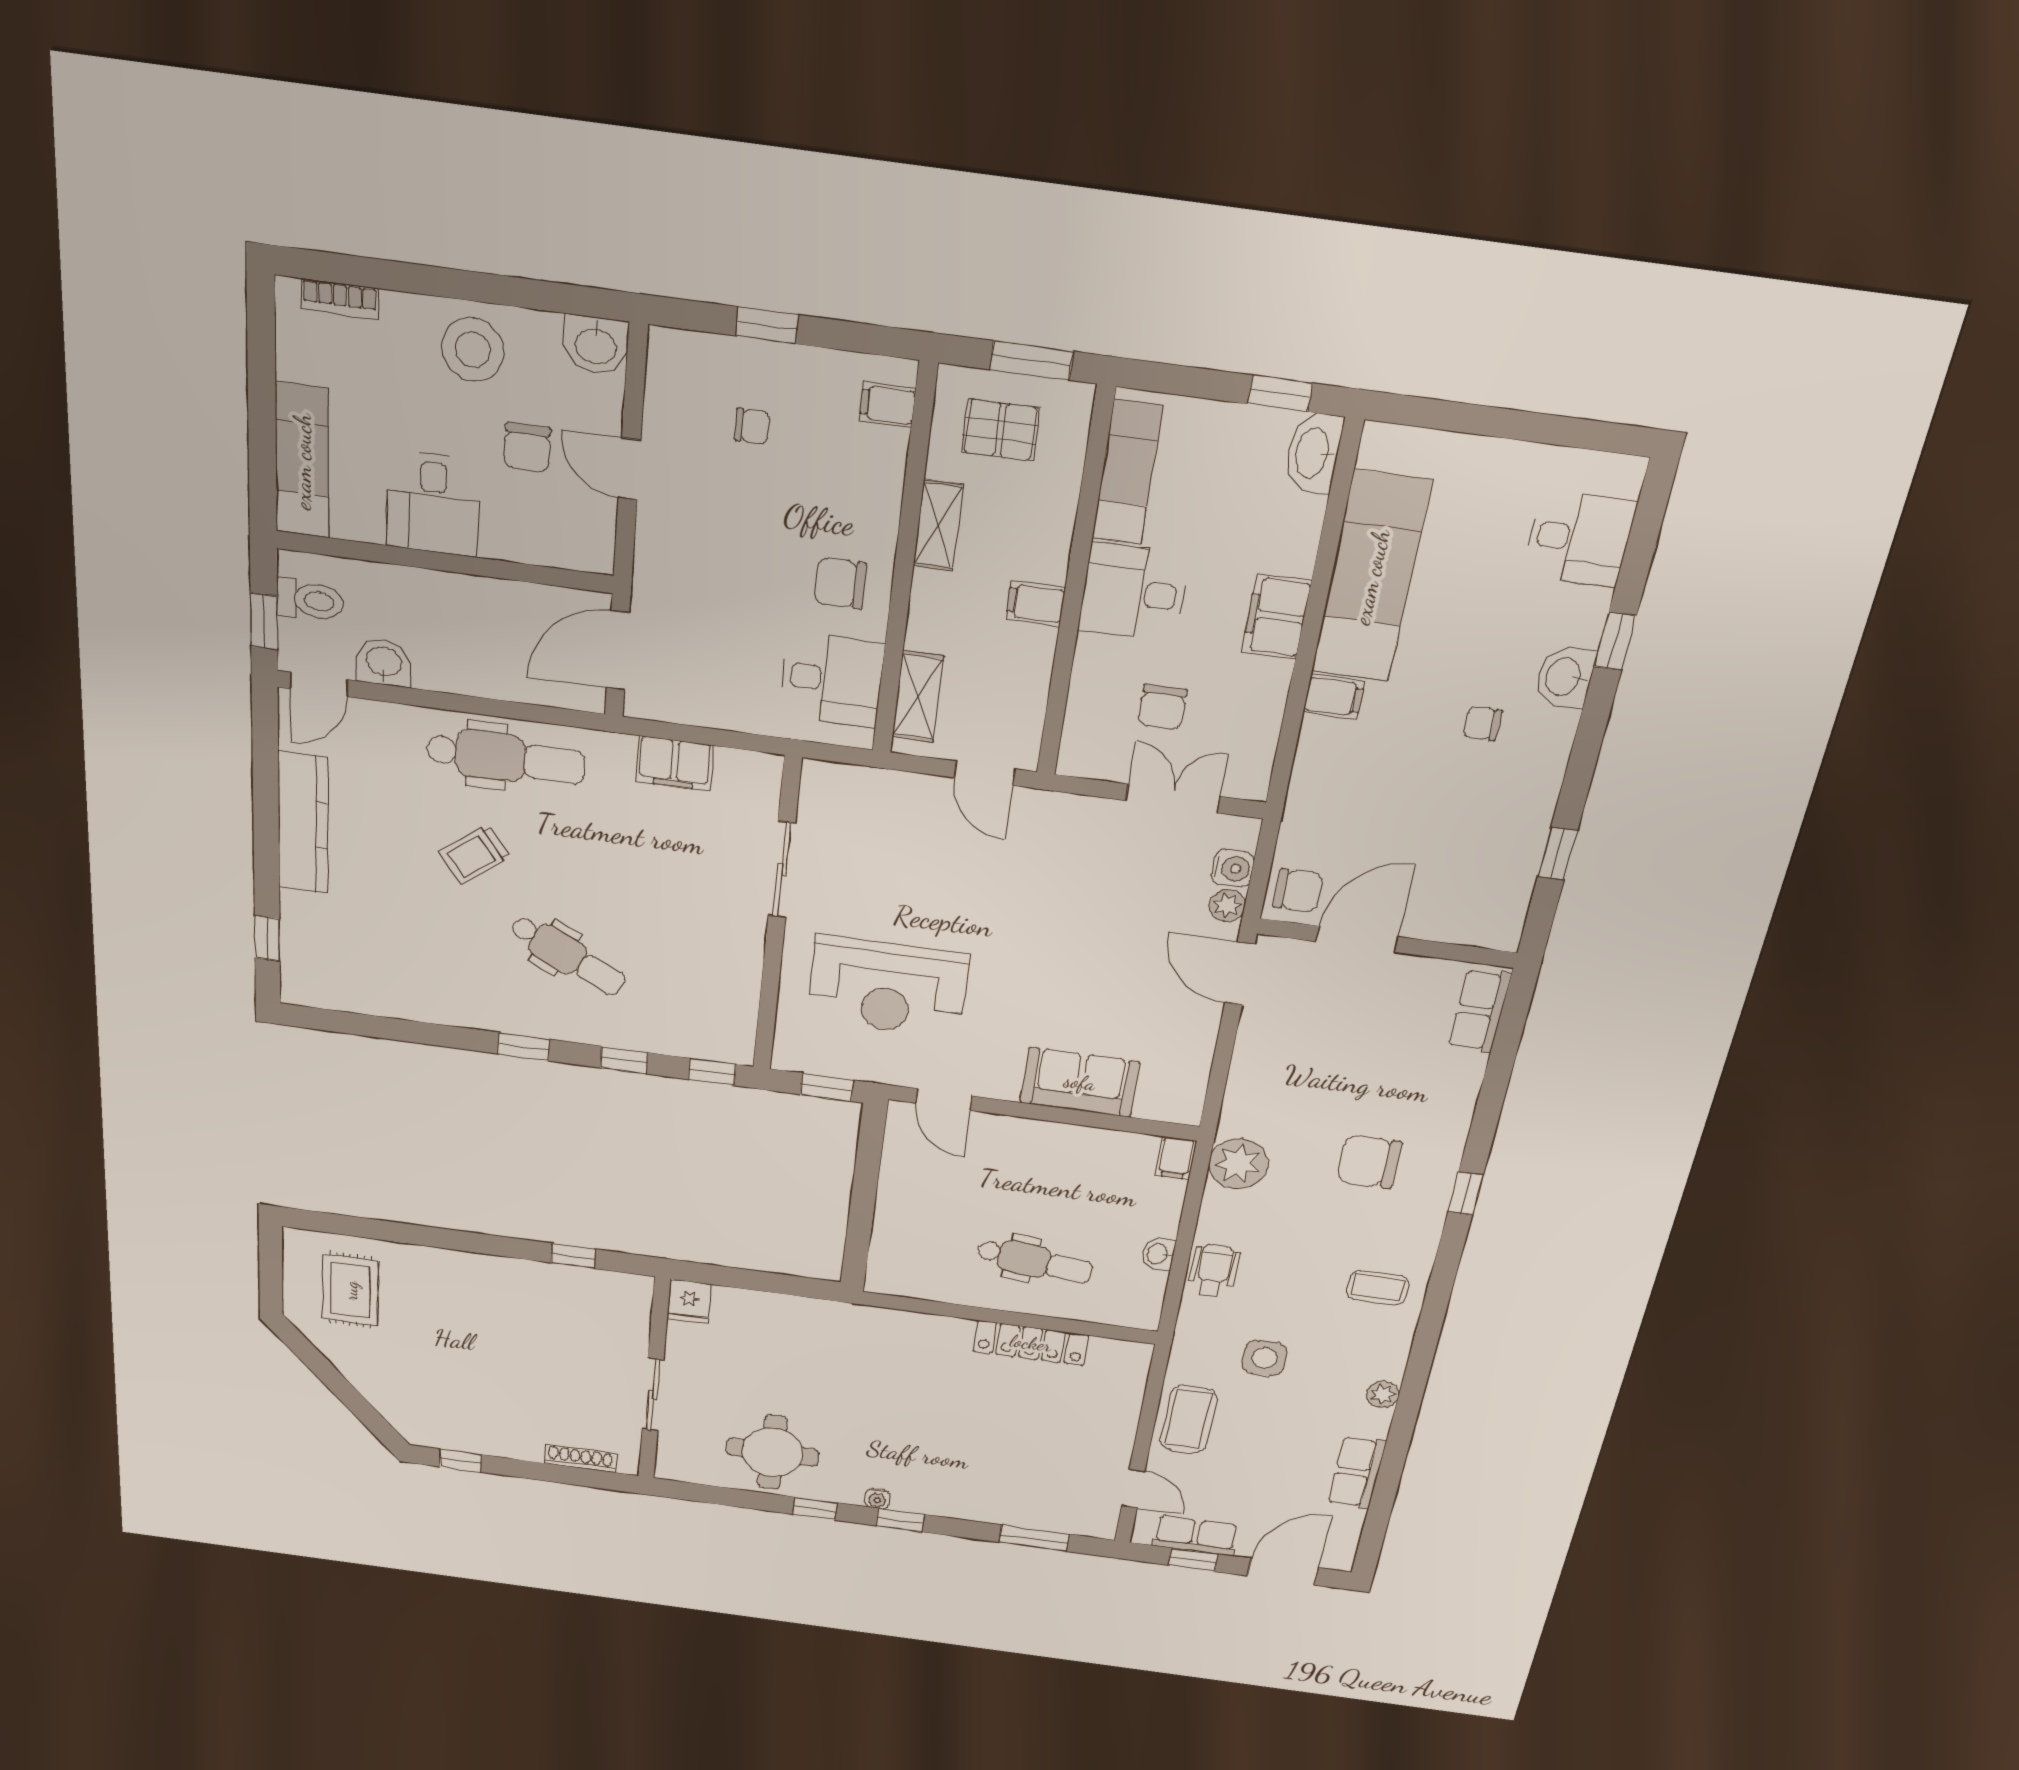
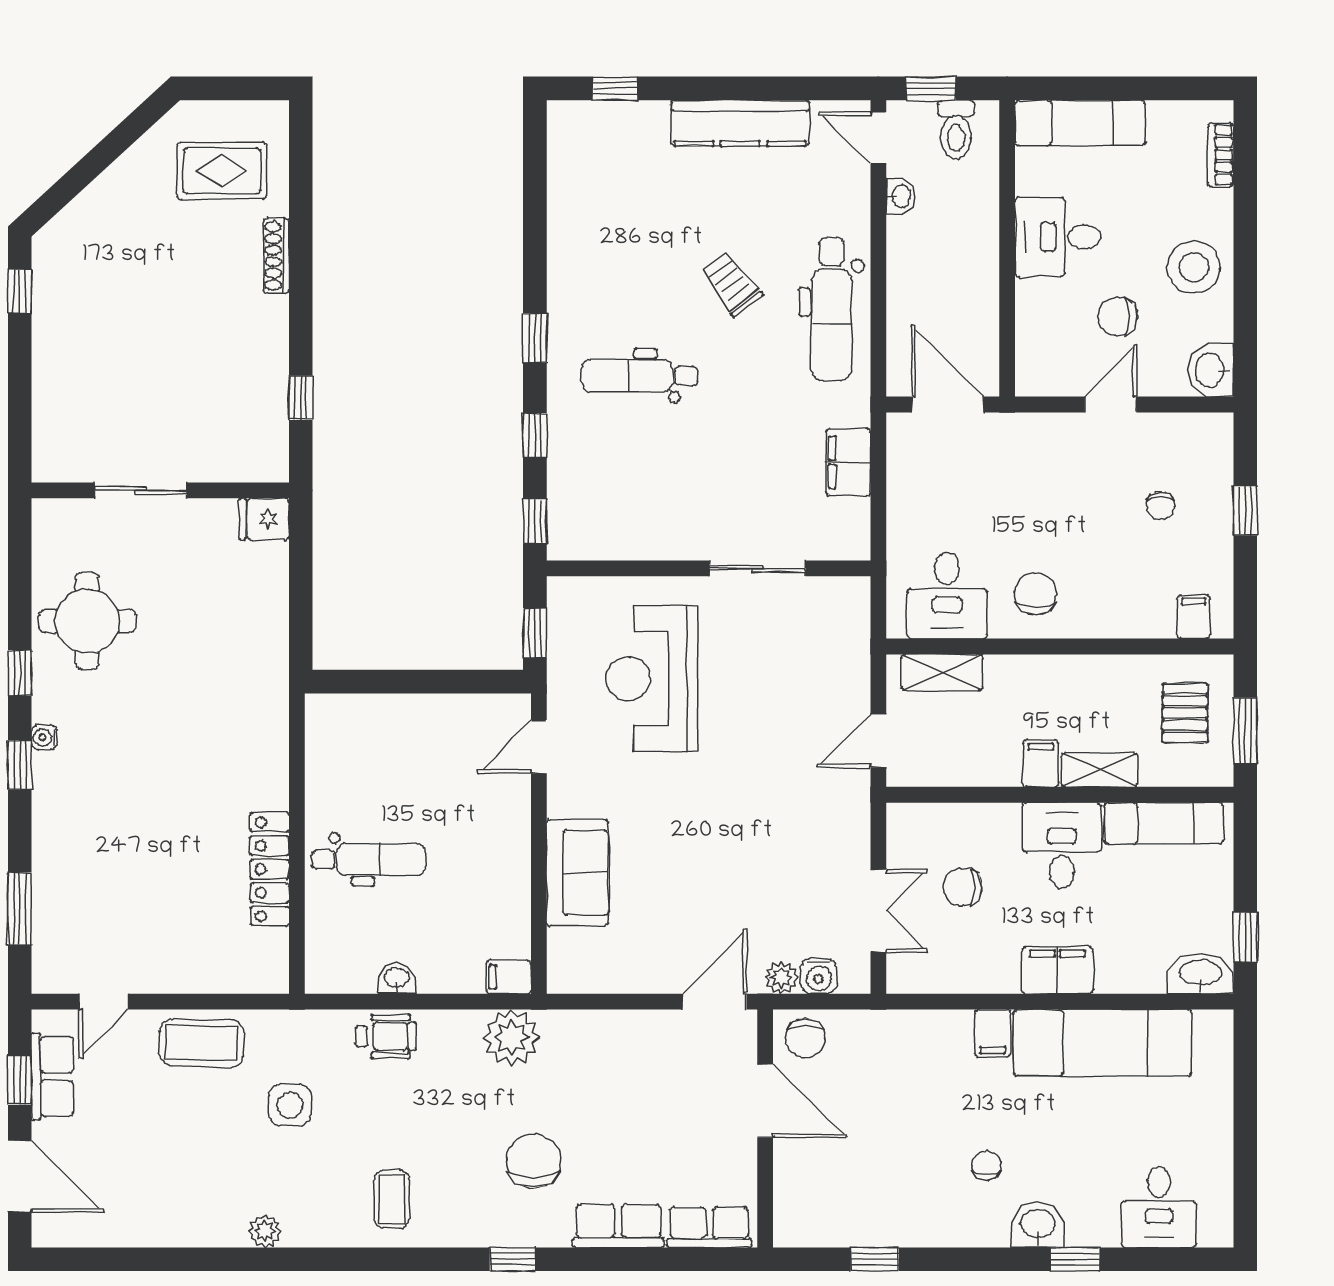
shelving: (938, 525) -> (1099, 770), moved
washbasin: (384, 663) -> (901, 196), width x0.72, depth x0.69
dental chair: (568, 956) -> (640, 376), turned 63
dental chair: (1035, 1261) -> (369, 859), turned -96
shoe rack: (580, 1459) -> (276, 256), moved, turned 180
row of seats: (1357, 1472) -> (618, 1226), moved

